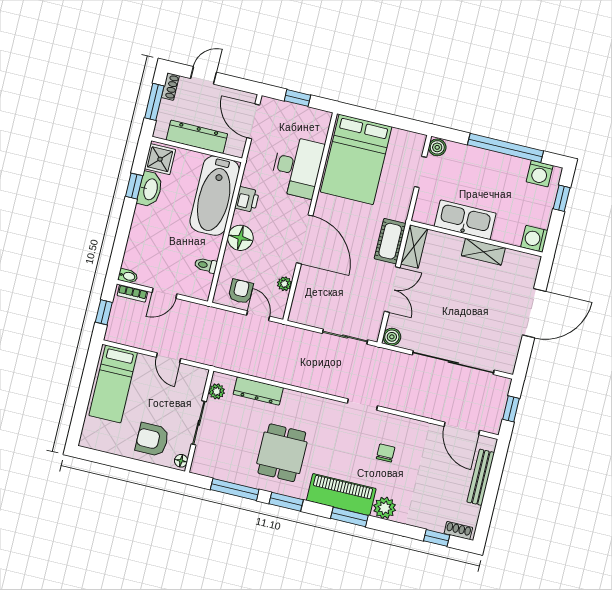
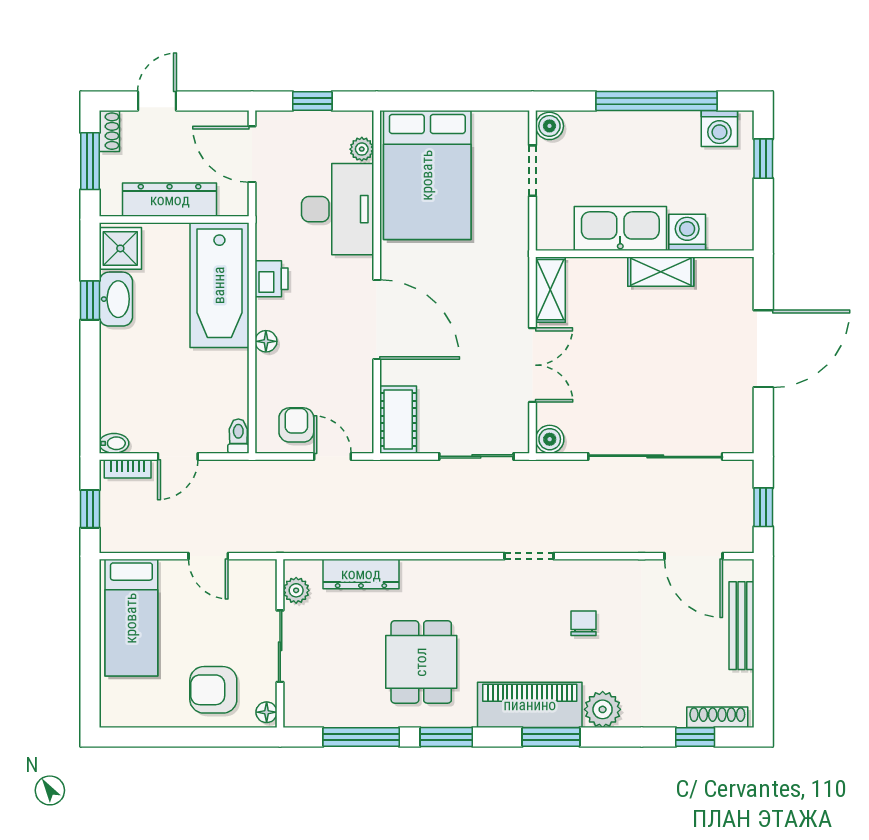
floor lamp: (240, 238) -> (266, 341), width x0.53, depth x0.53
washing machine: (534, 239) -> (687, 232), moved, turned 90
cot: (390, 241) -> (398, 420), moved
toilet: (206, 265) -> (238, 436), moved, turned 90
plant: (284, 284) -> (362, 149), moved
shoe rack: (458, 531) -> (717, 717), width x1.43

